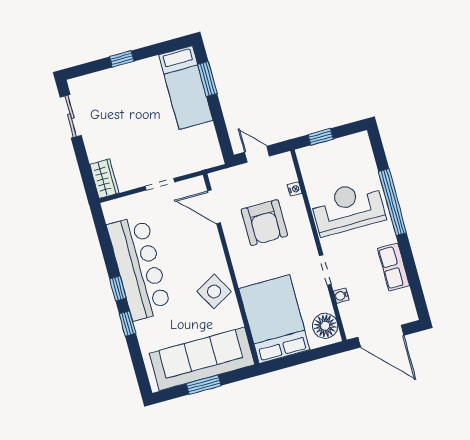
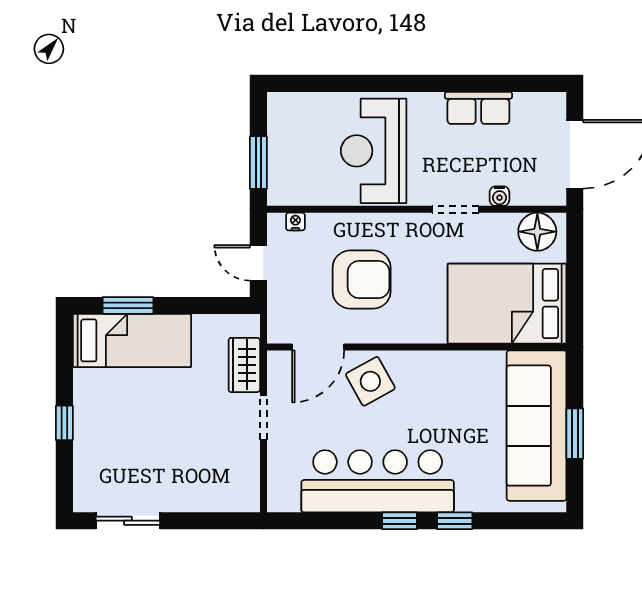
window: (321, 137) -> (258, 163), width x1.50
door: (257, 154) -> (258, 263), hinge flipped
wardrobe: (104, 179) -> (244, 365), moved, turned -90
nightstand: (295, 189) -> (295, 222), moved
window: (393, 202) -> (383, 83), removed
side table: (214, 291) -> (370, 381), moved

